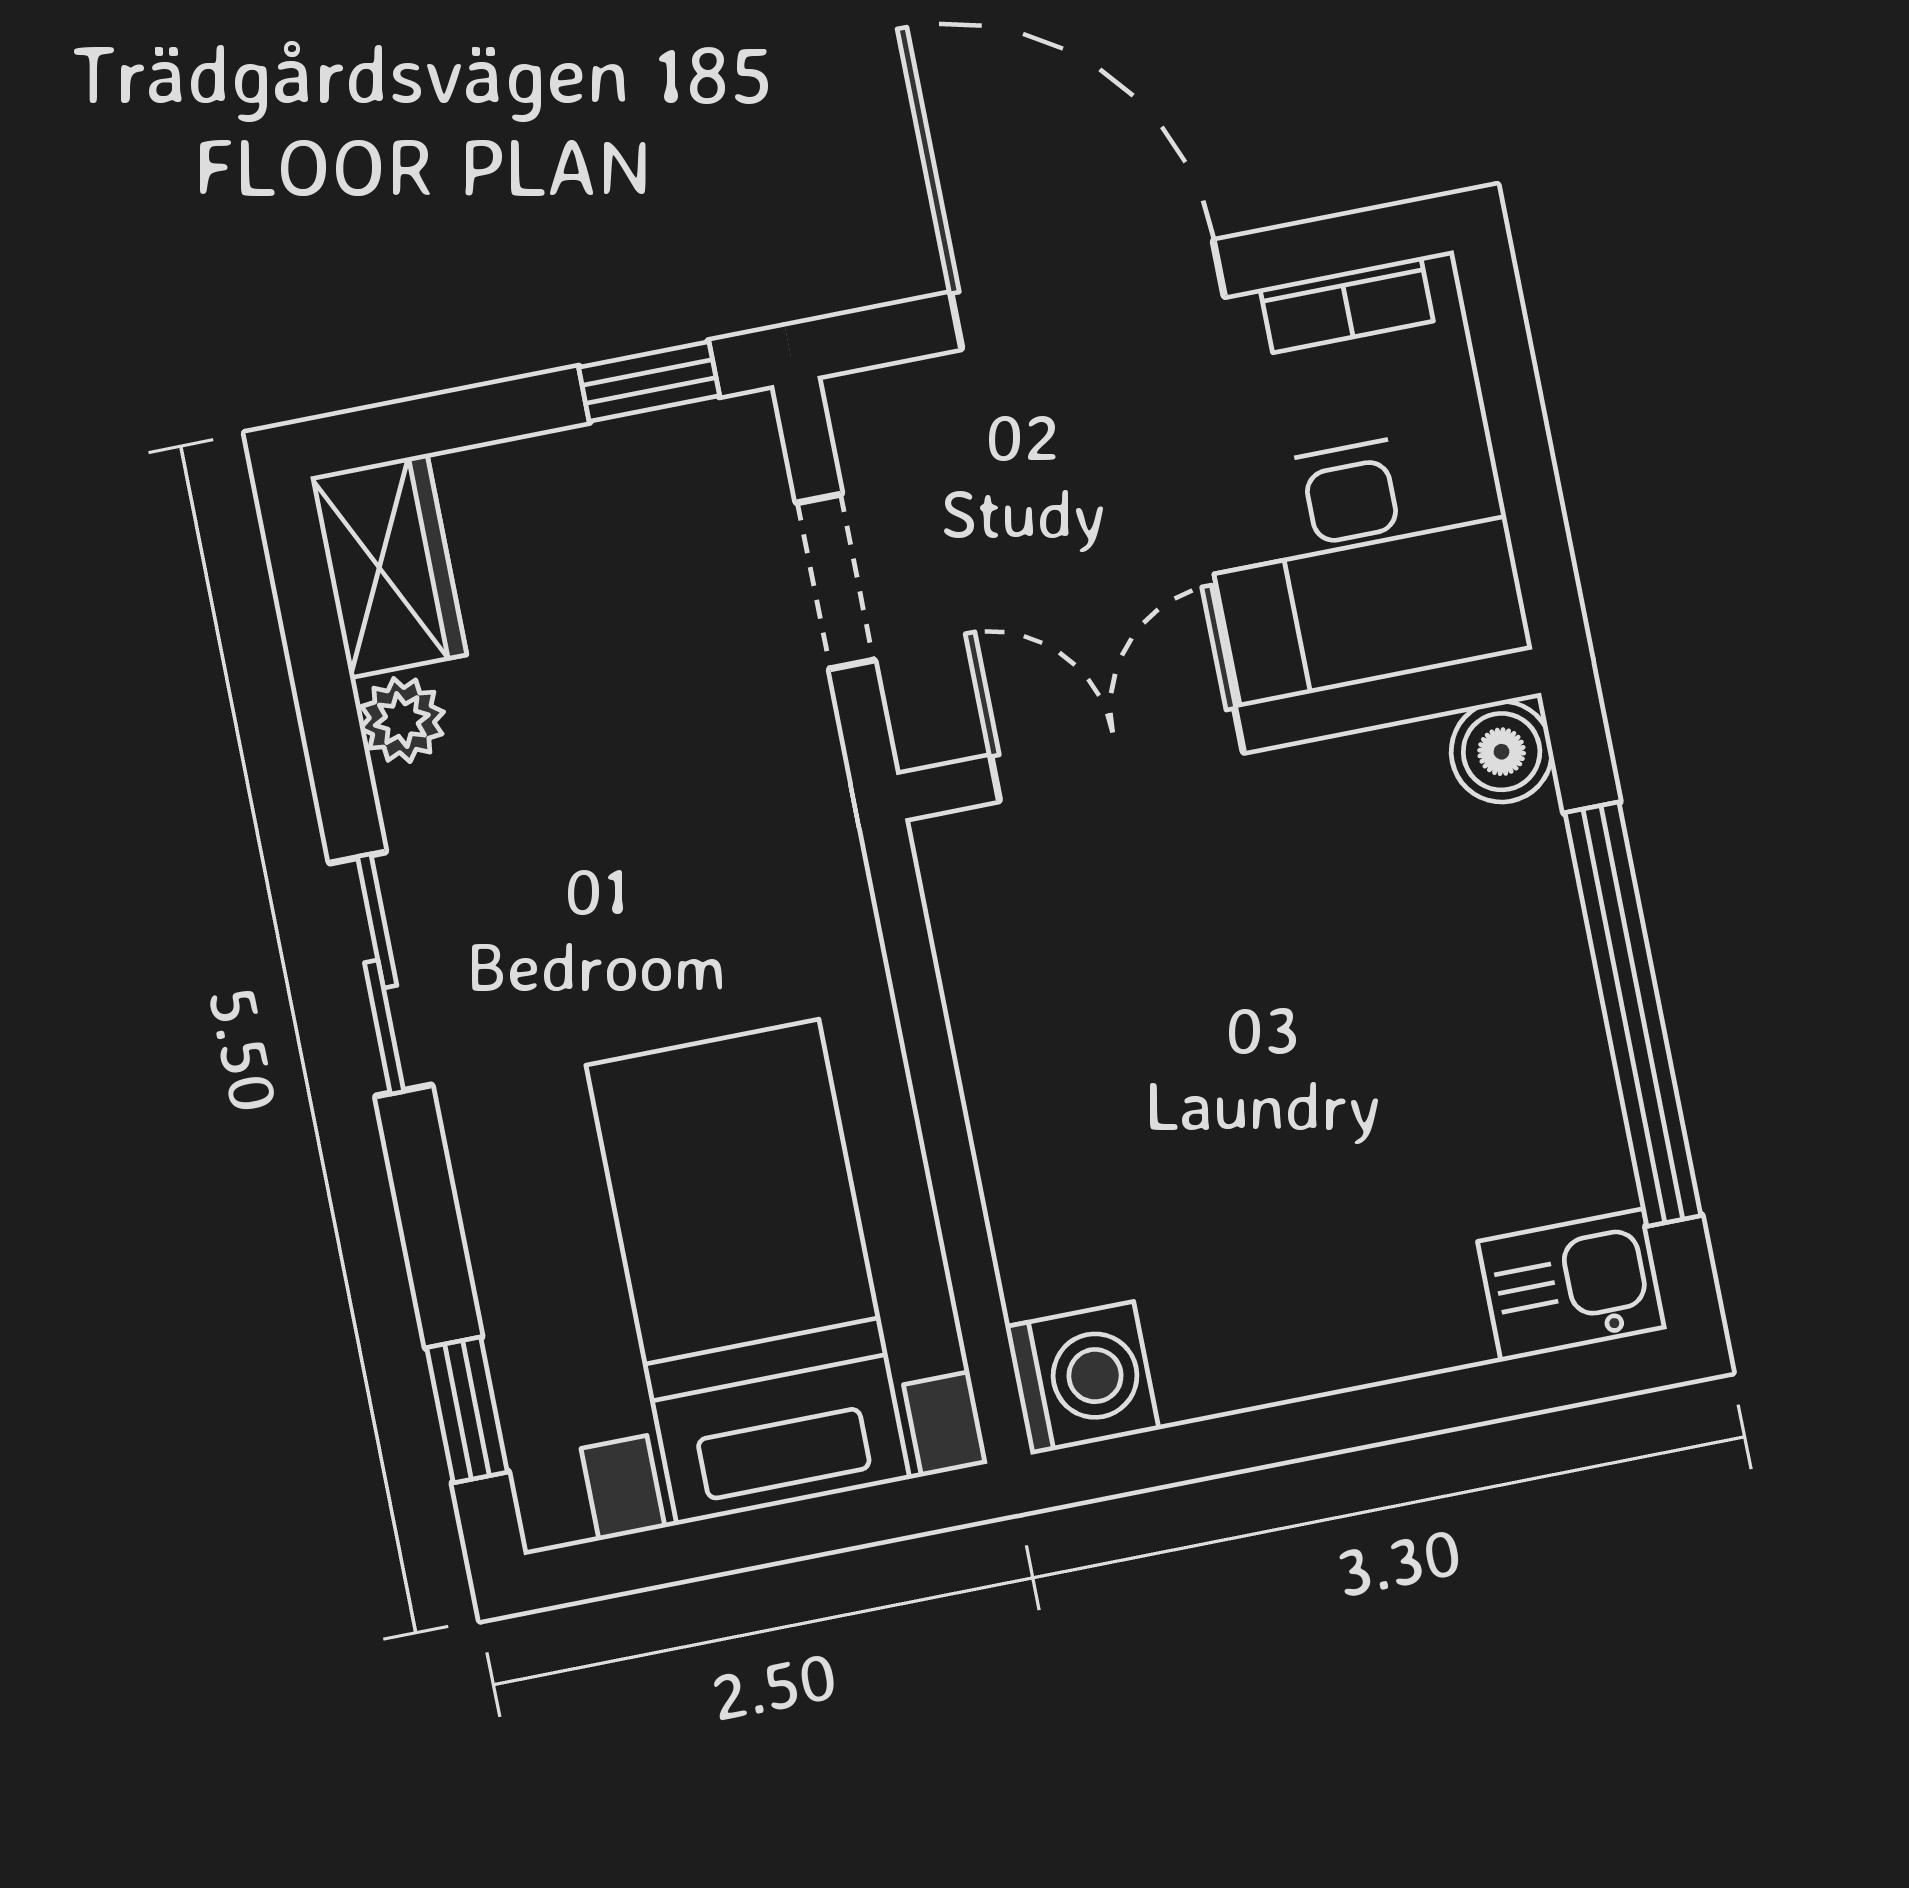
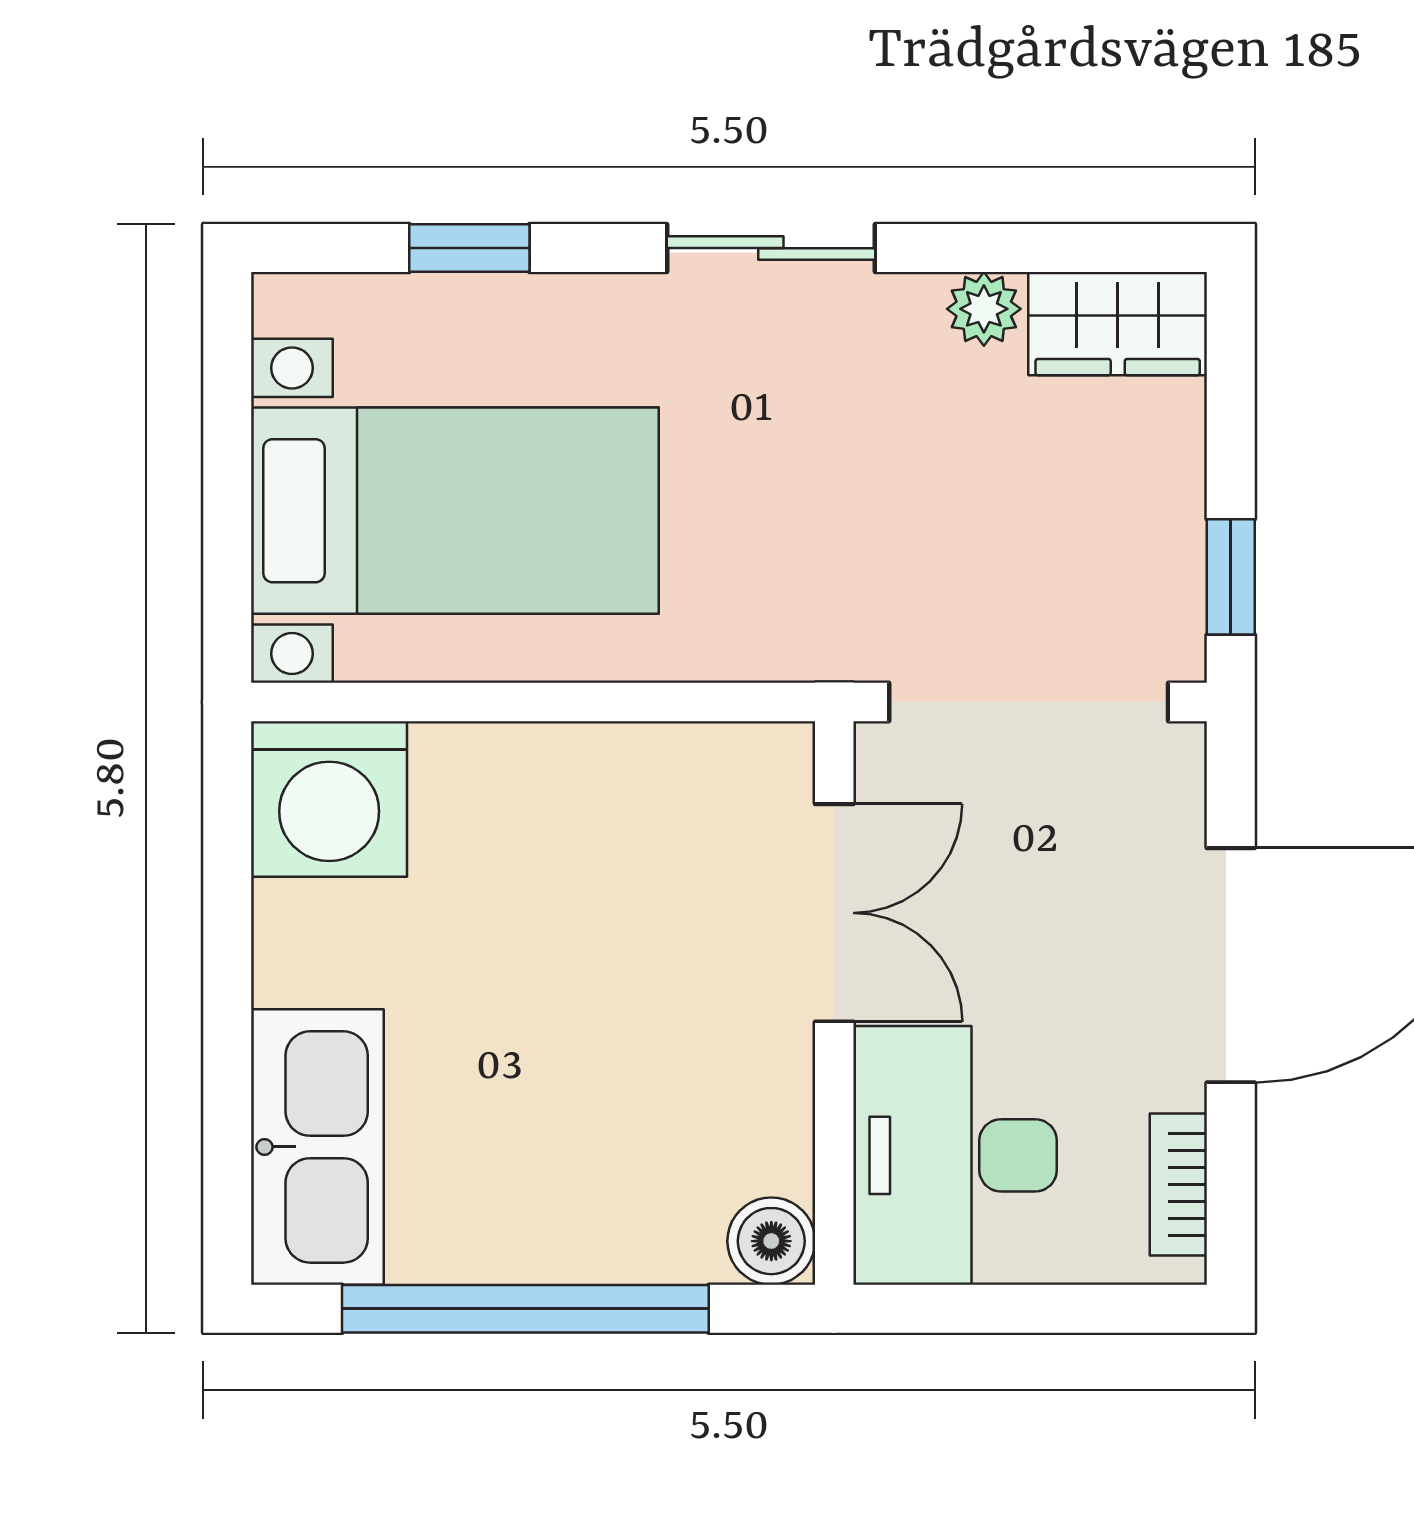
doorway: (835, 582) -> (1029, 702), width x1.87
kitchen sink: (1572, 1285) -> (317, 1147), width x1.87, depth x1.24
washing machine: (1082, 1378) -> (329, 799), width x1.37, depth x1.37
window: (467, 1410) -> (469, 248), moved

